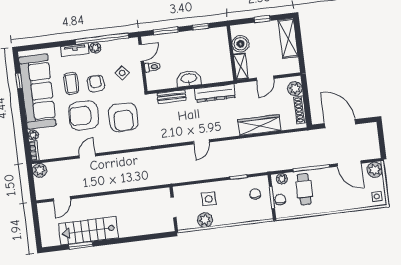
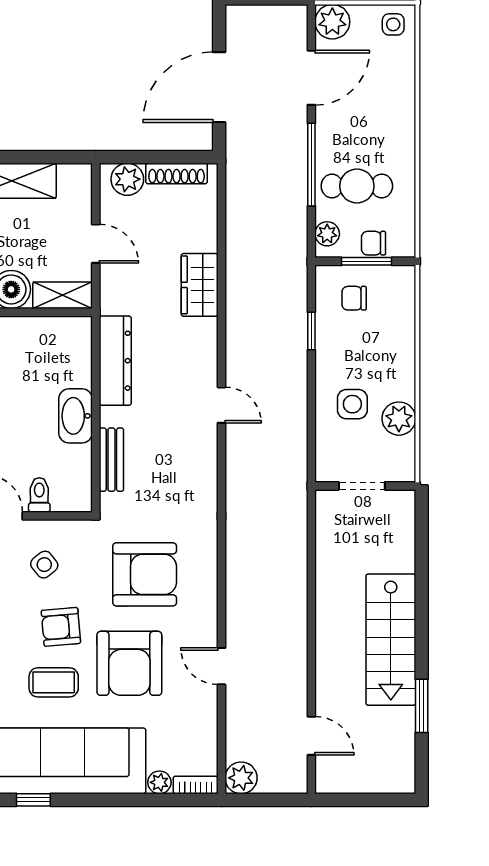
wardrobe: (260, 125) -> (200, 285), width x0.67
stairs: (88, 231) -> (391, 640), moved

